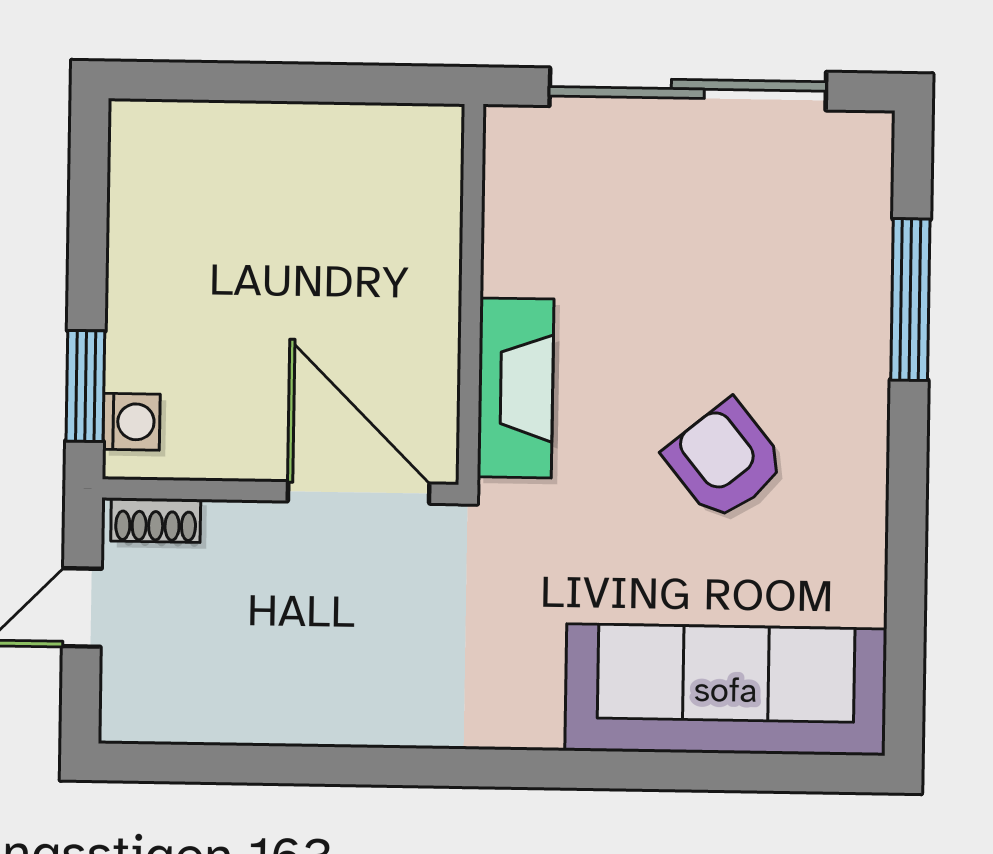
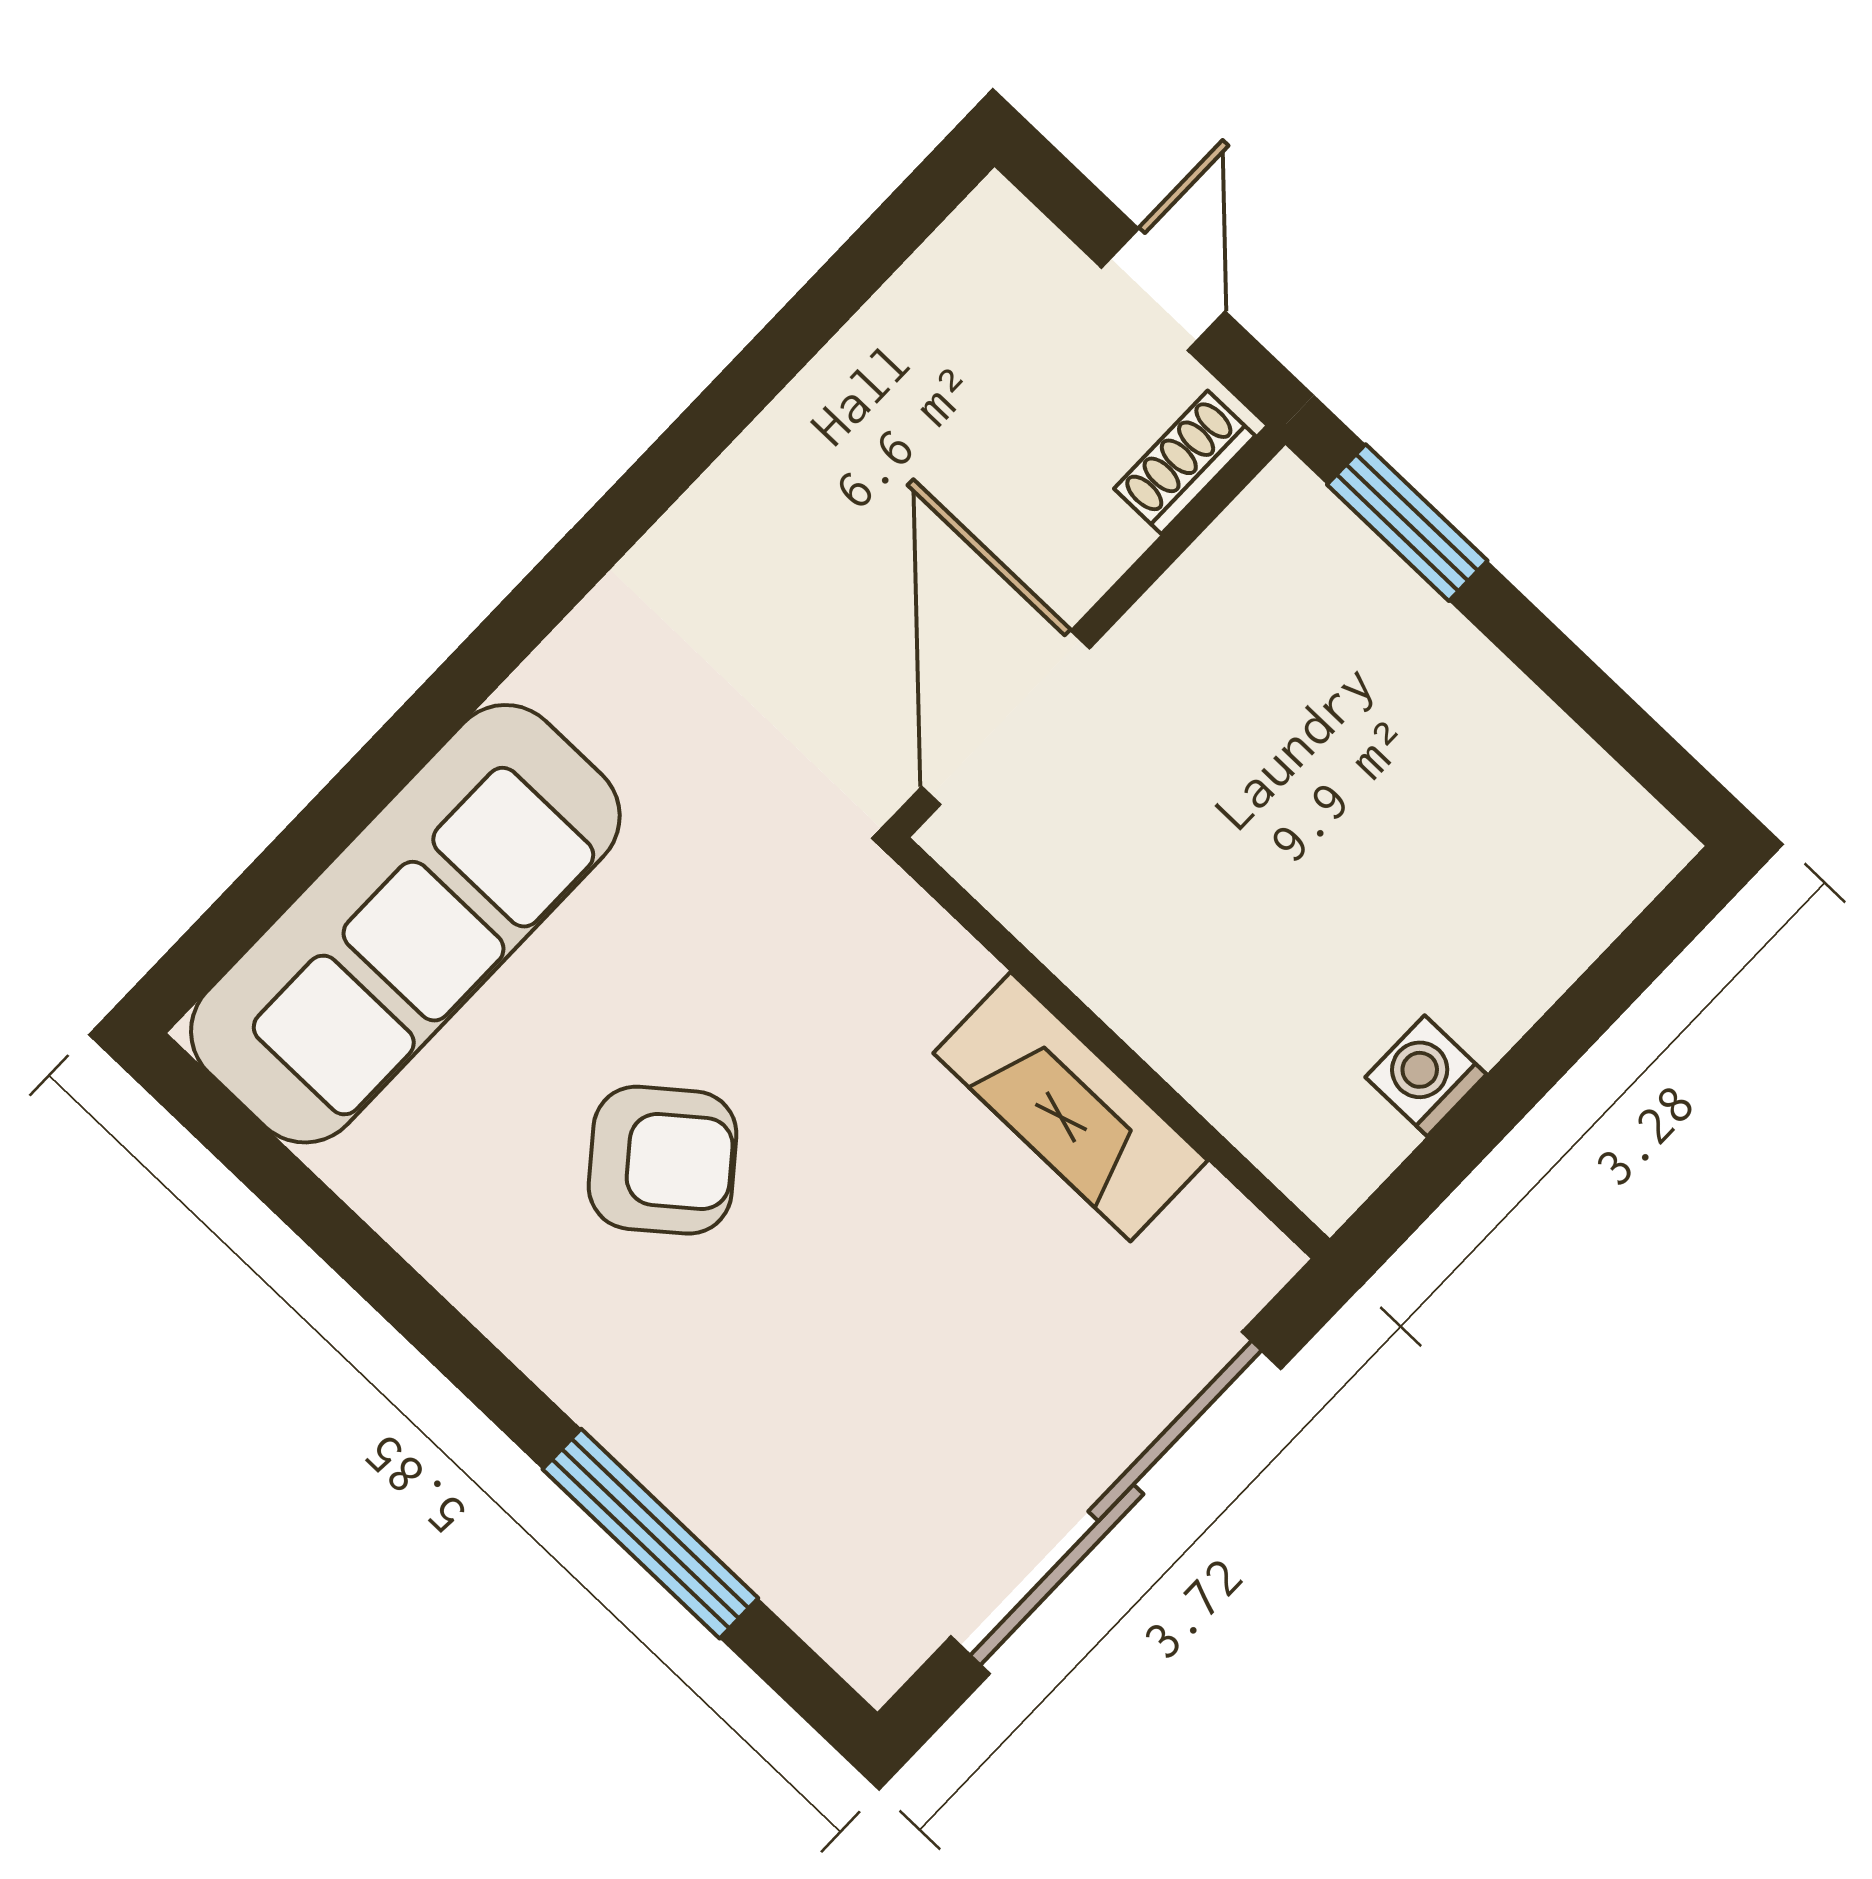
fireplace: (516, 388) -> (1071, 1107), moved
washing machine: (131, 422) -> (1426, 1076), moved, turned 90
door: (359, 492) -> (1006, 718), swing flipped

